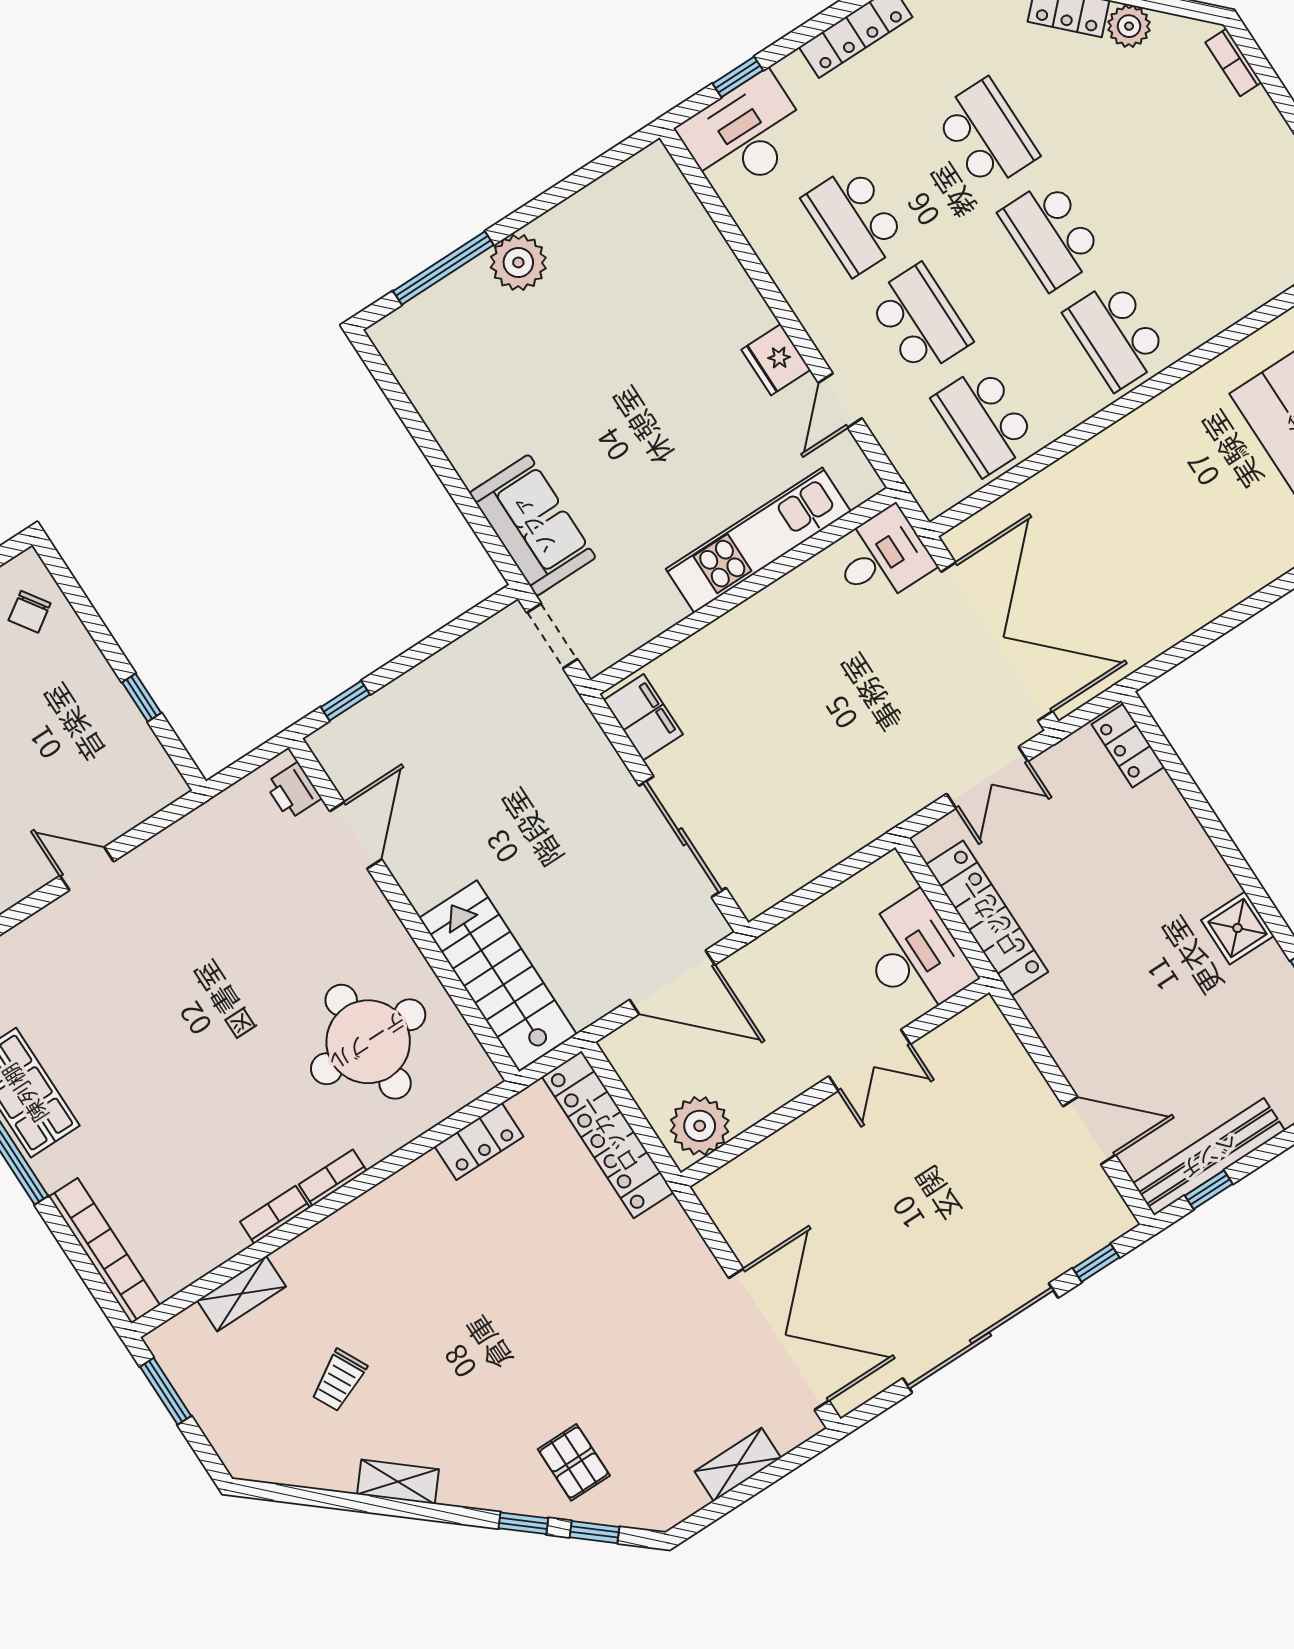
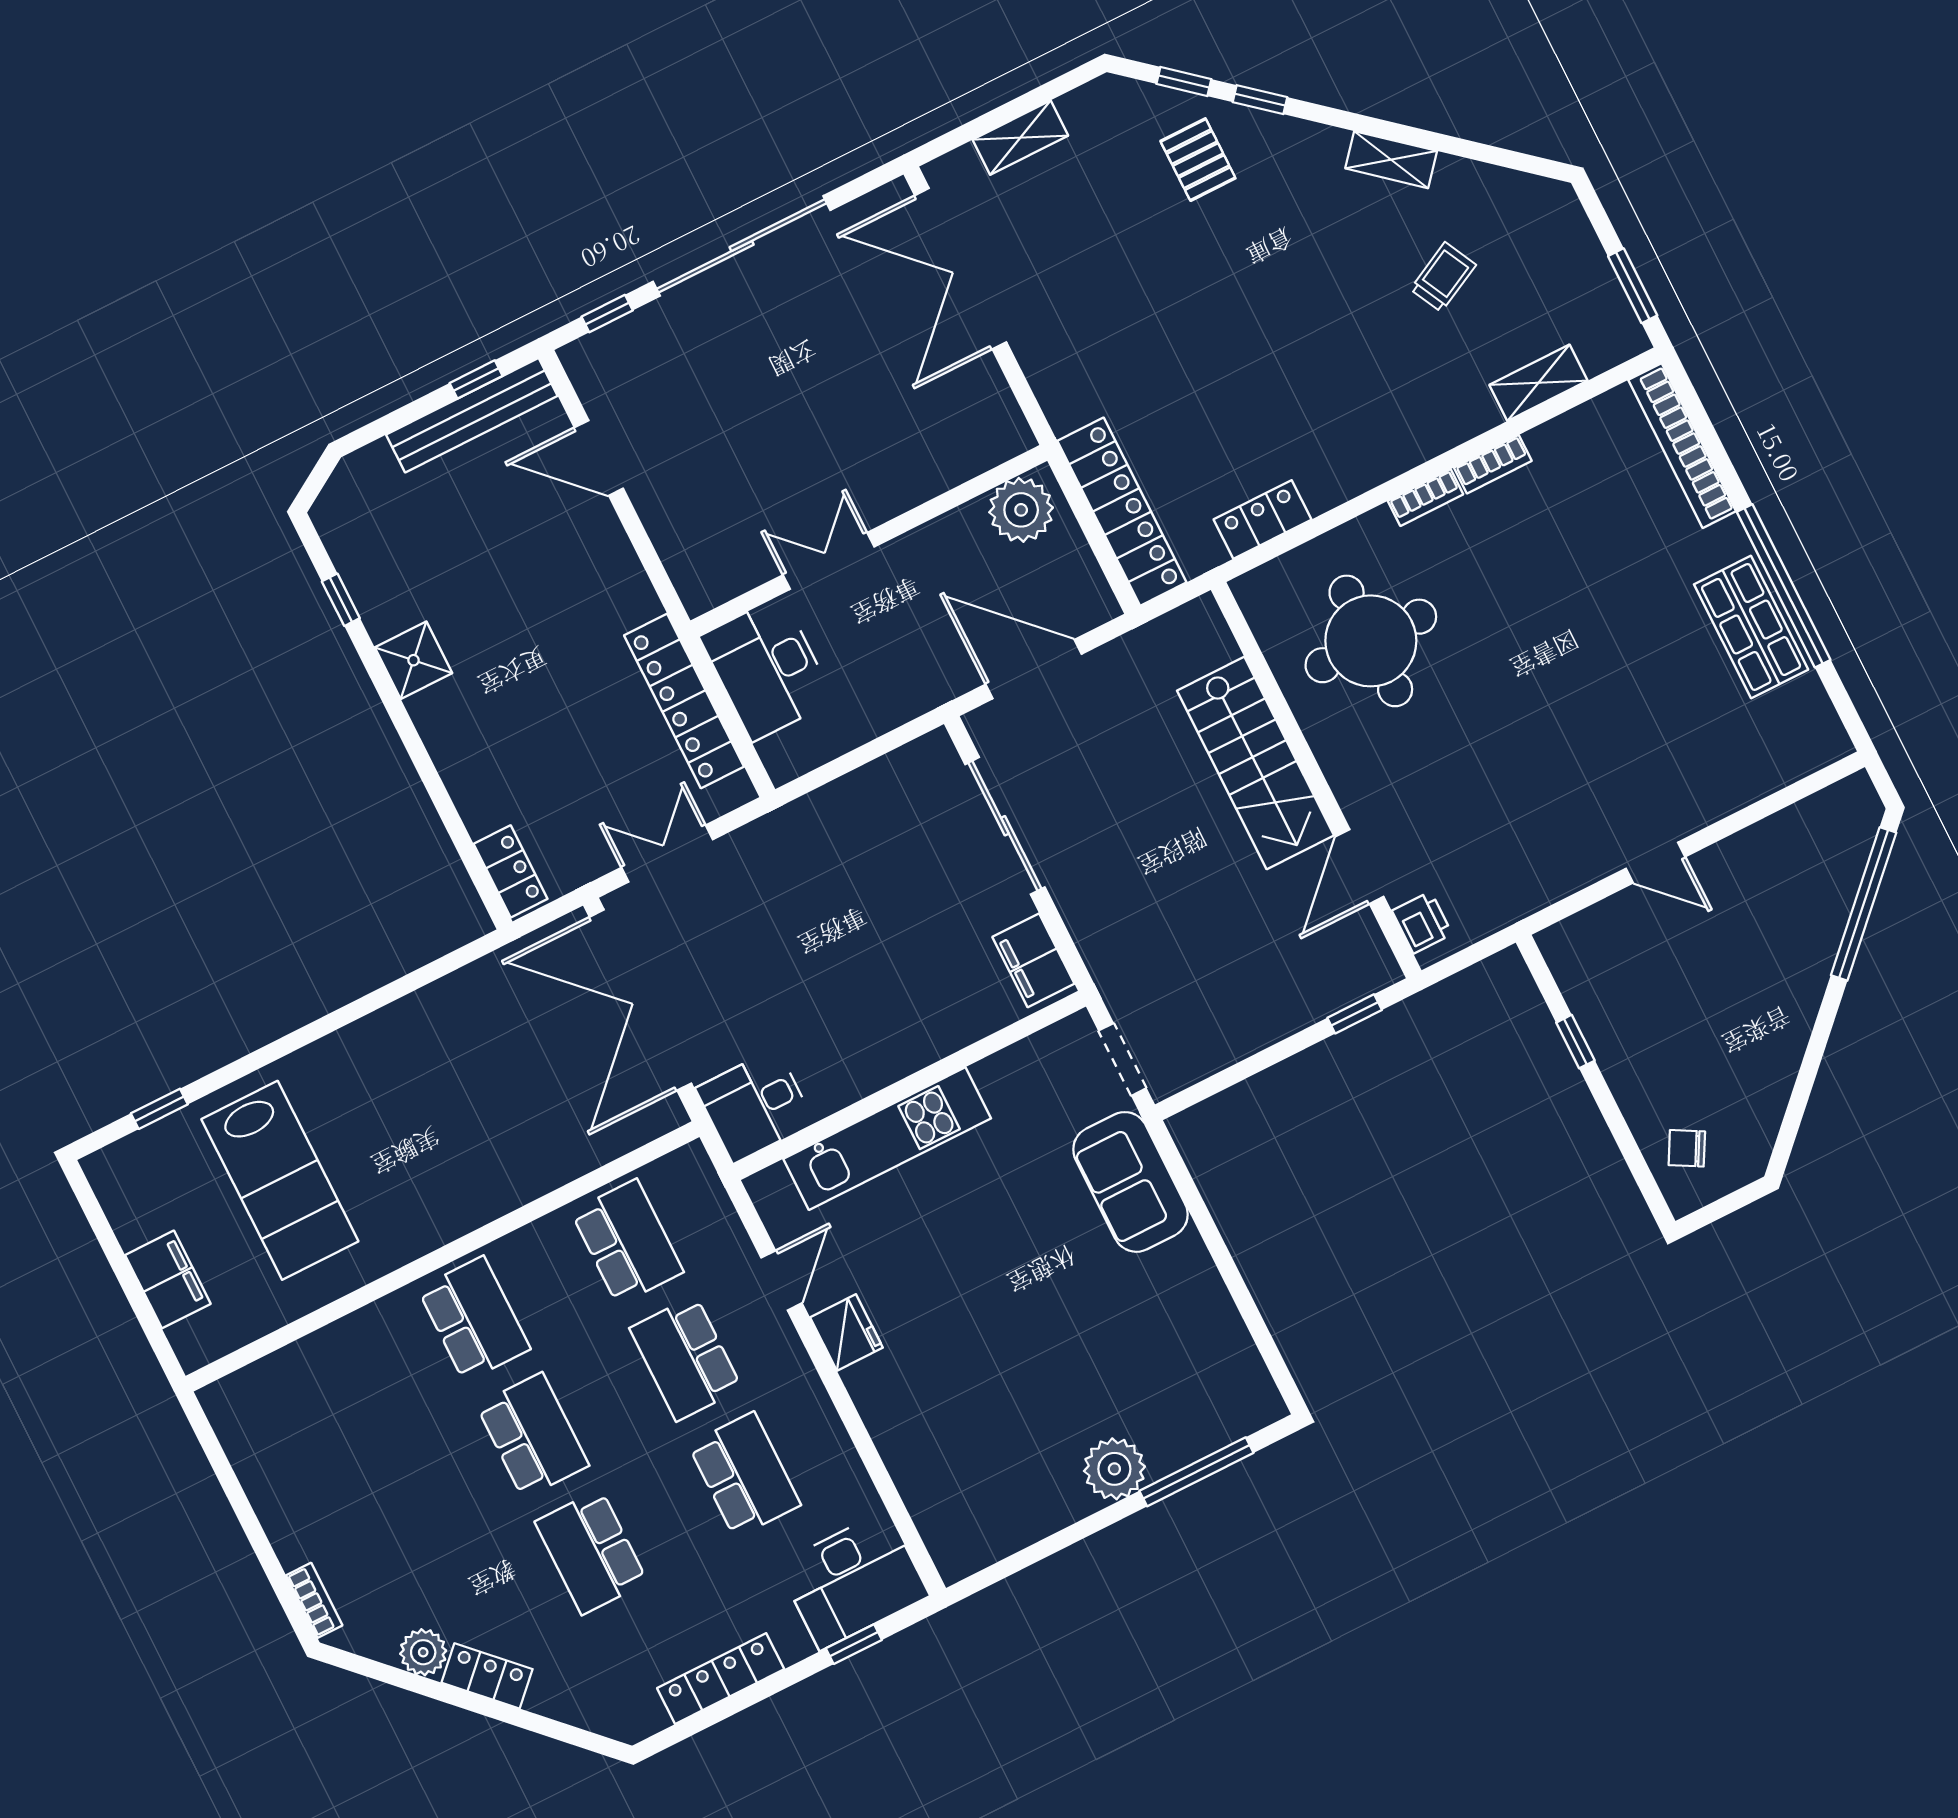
chair: (30, 612) -> (1687, 1148), turned -117
stairs: (498, 976) -> (1255, 763), moved

